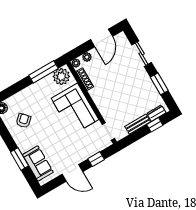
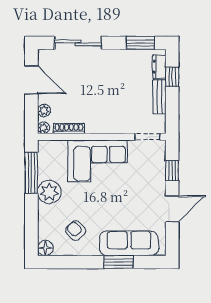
sliding door: (142, 54) -> (78, 43), width x1.37
plant: (61, 76) -> (49, 192), moved
window: (159, 84) -> (140, 43), moved
sofa: (38, 163) -> (129, 243), width x1.36

